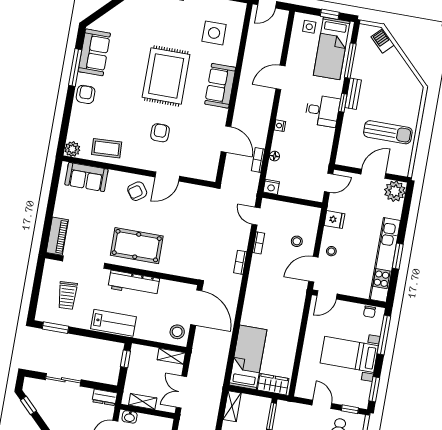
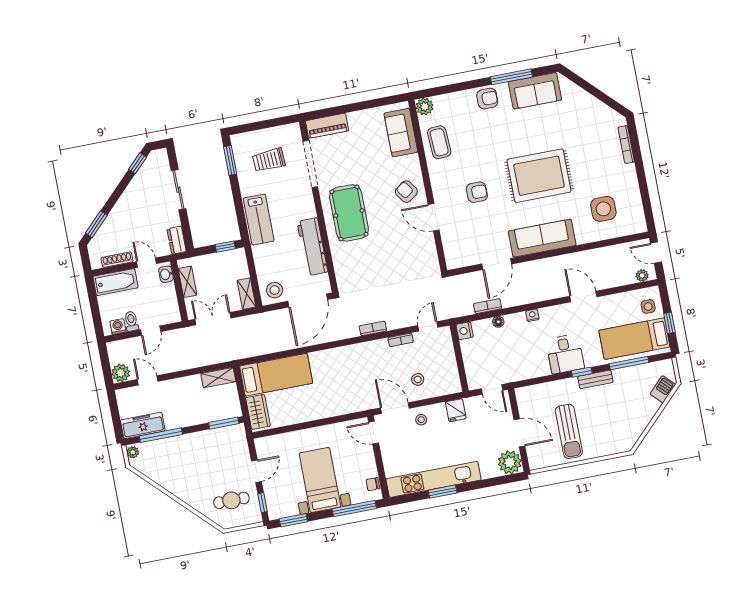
plant: (282, 22) -> (642, 276), added
sofa: (220, 86) -> (542, 238), width x1.36
workbench: (134, 283) -> (312, 247), moved

